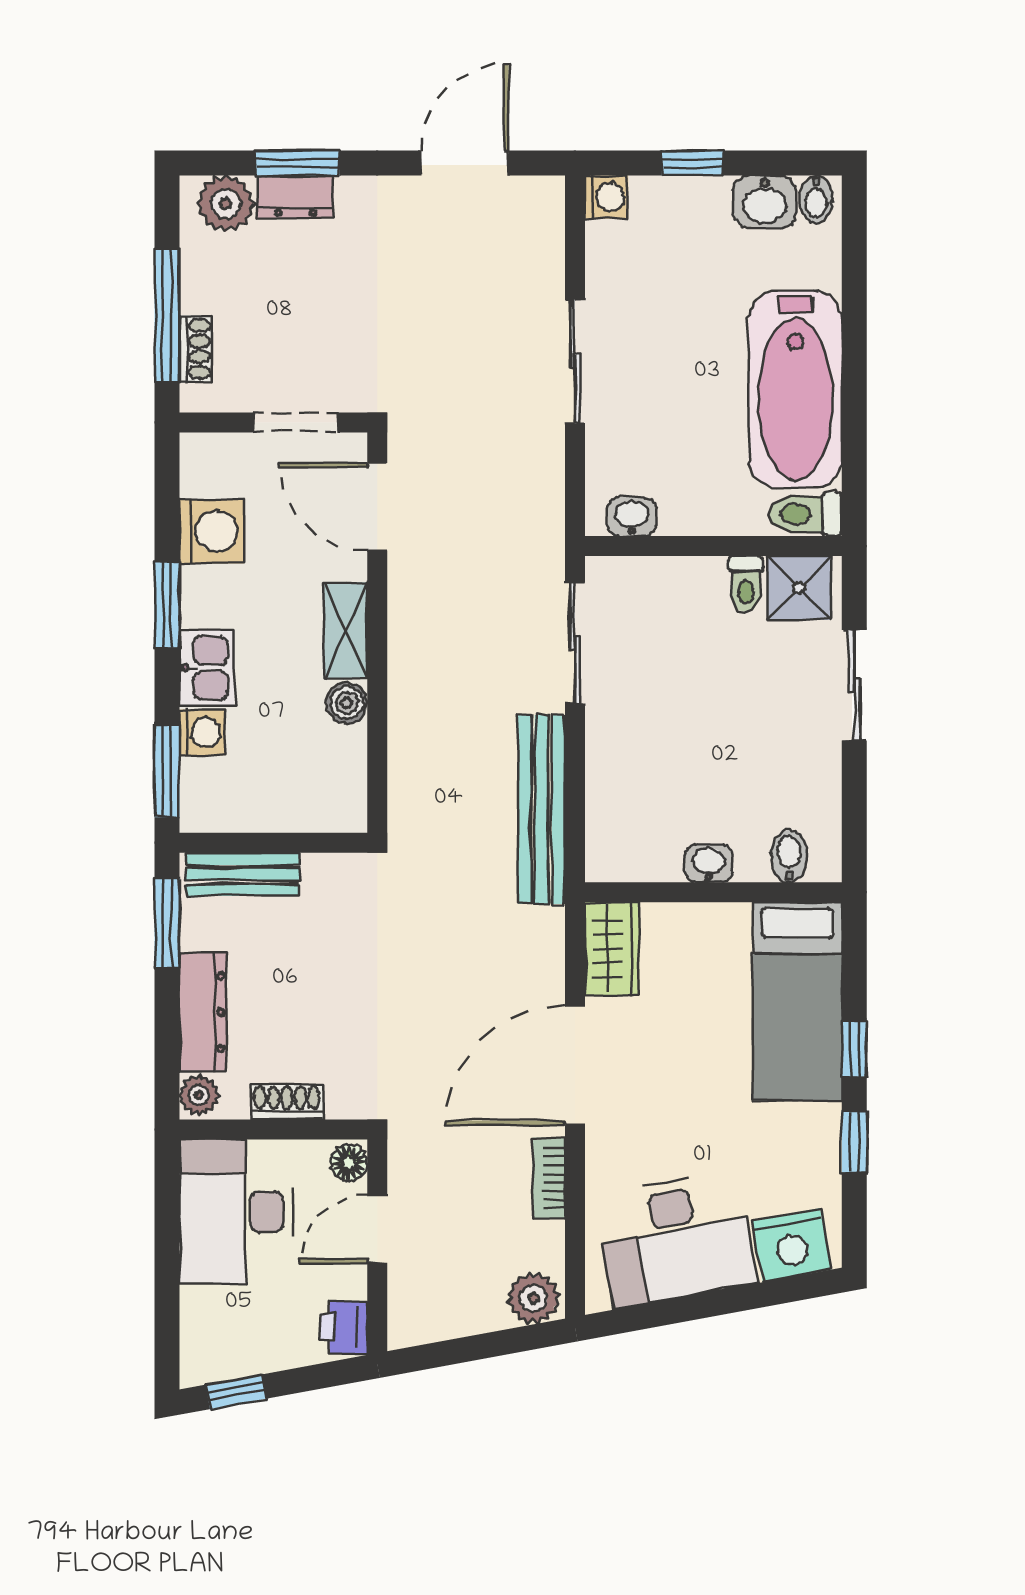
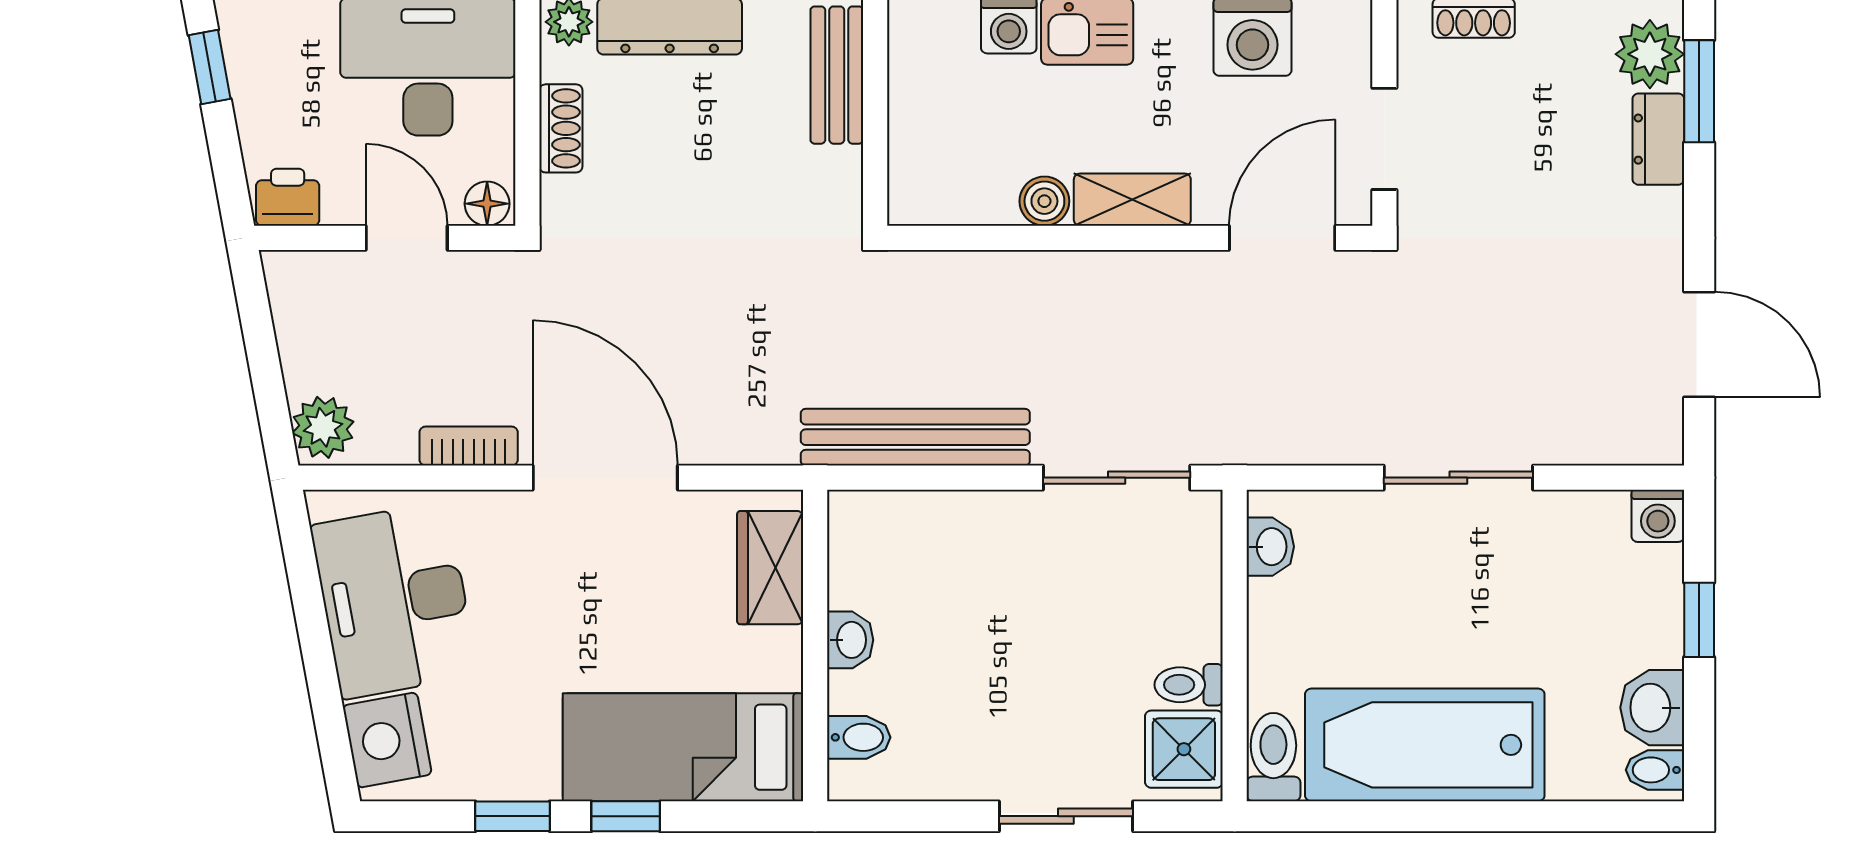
window: (297, 163) -> (1699, 91), moved
wardrobe: (612, 949) -> (770, 568), moved, turned 90

